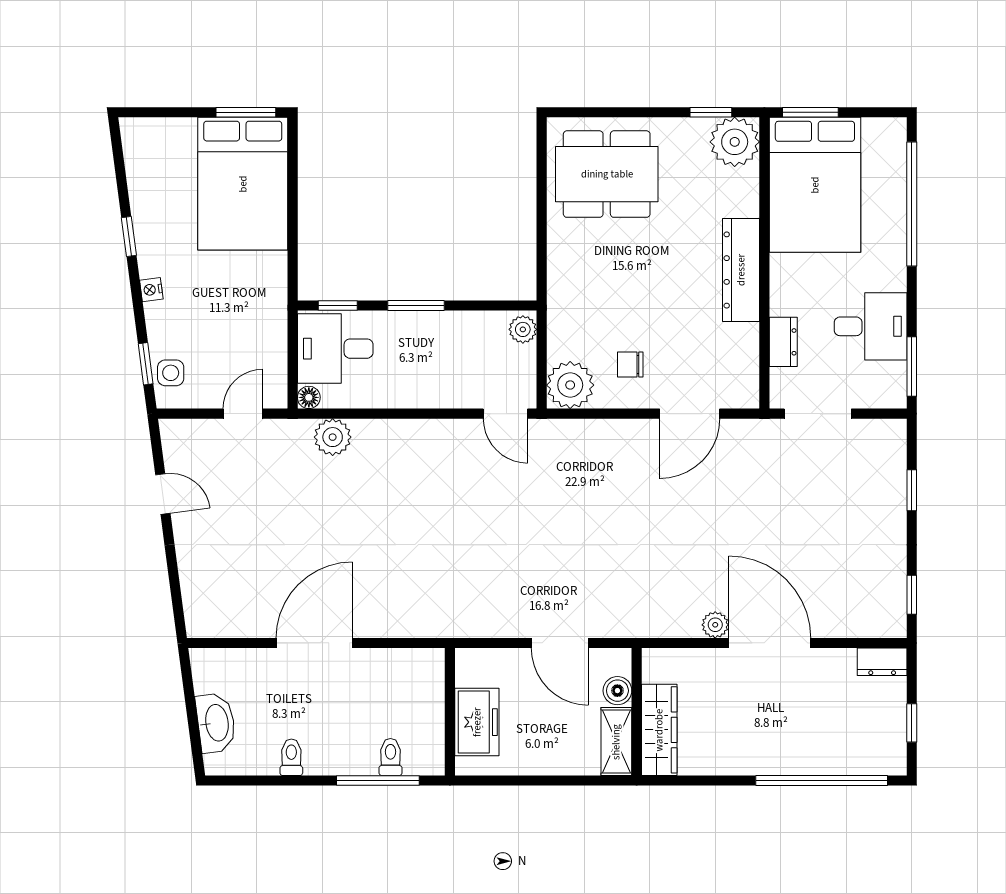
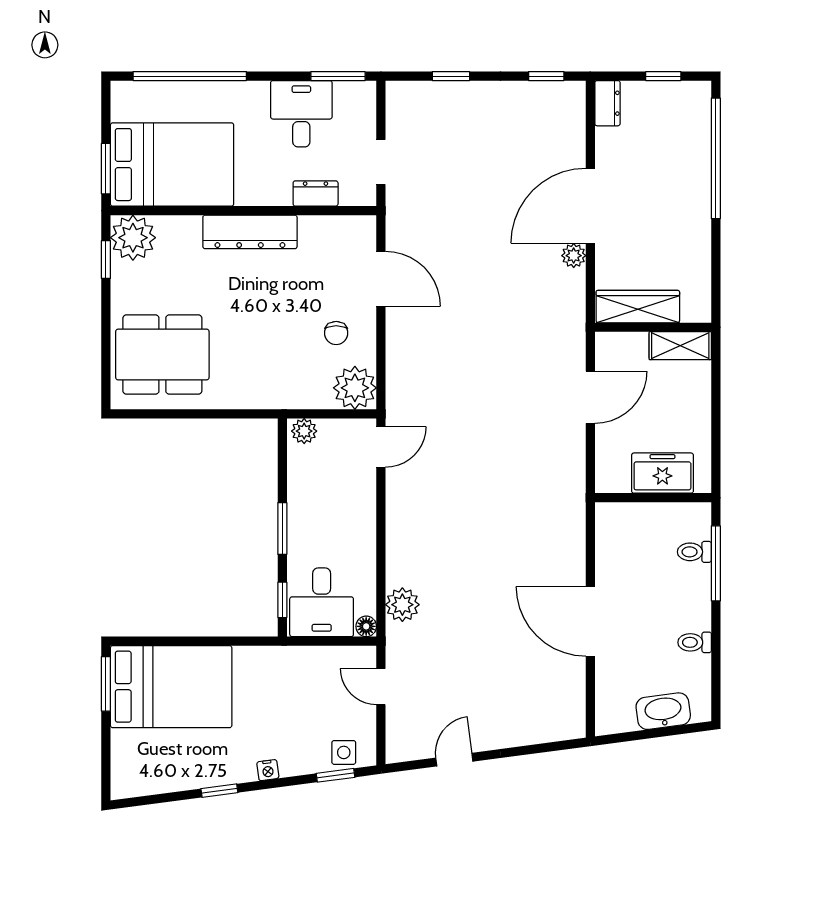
dining table: (607, 174) -> (162, 355), turned 90
doorway: (818, 414) -> (381, 162), width x0.73
boiler: (617, 691) -> (634, 345), removed
wardrobe: (659, 730) -> (638, 307), moved

